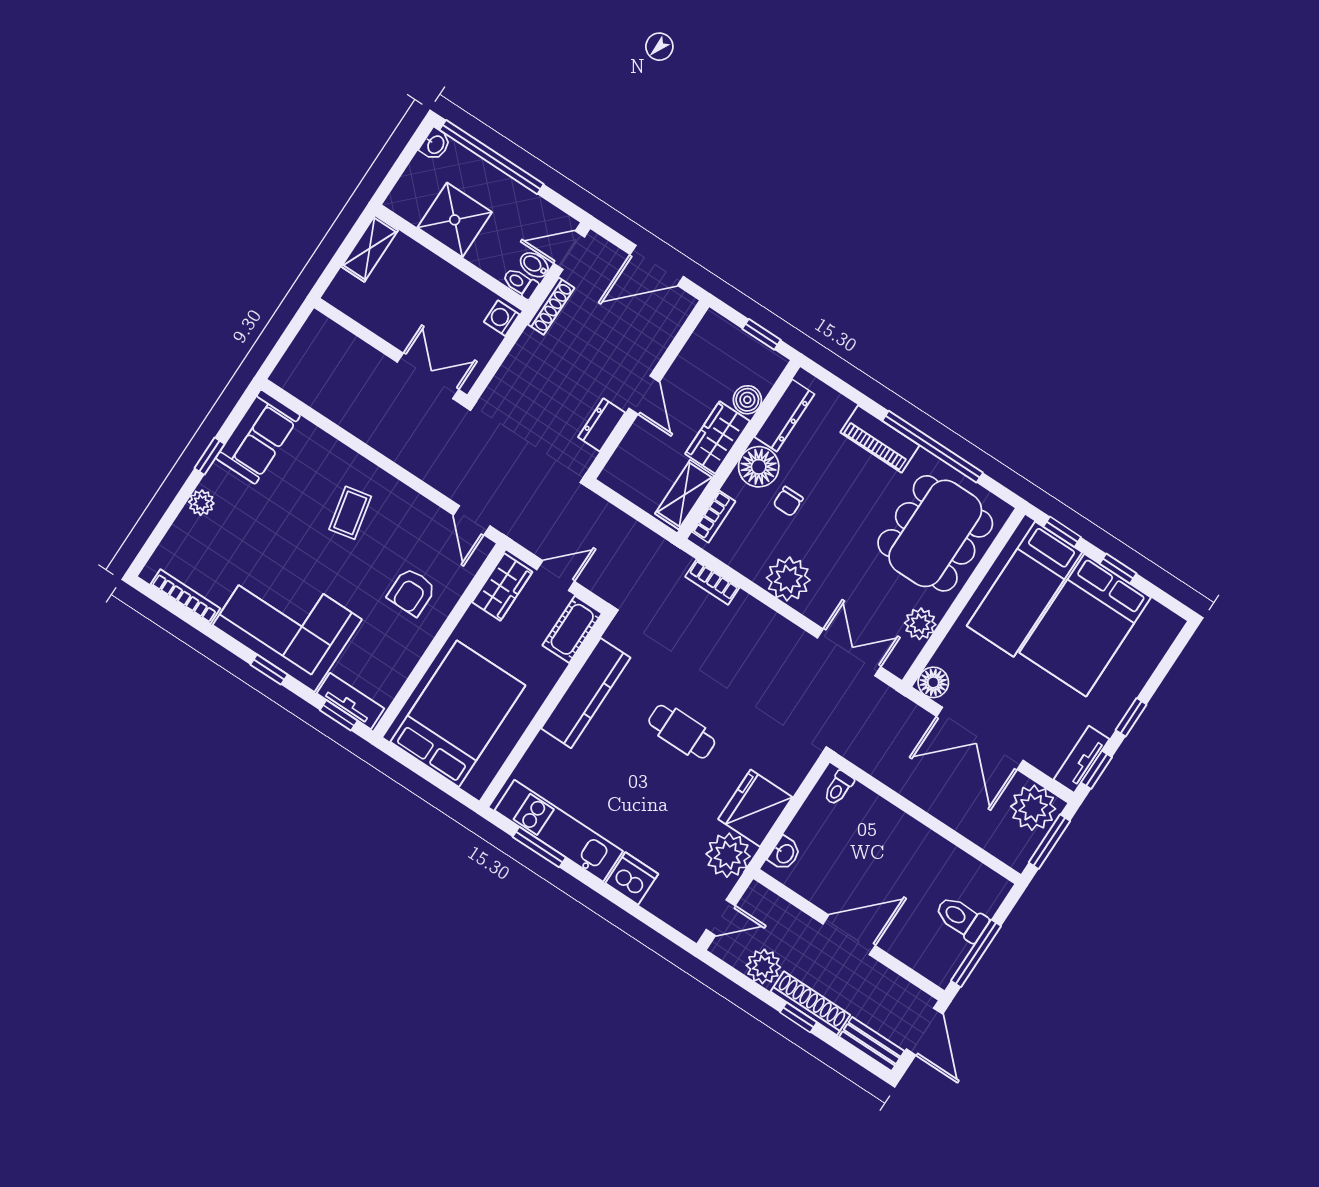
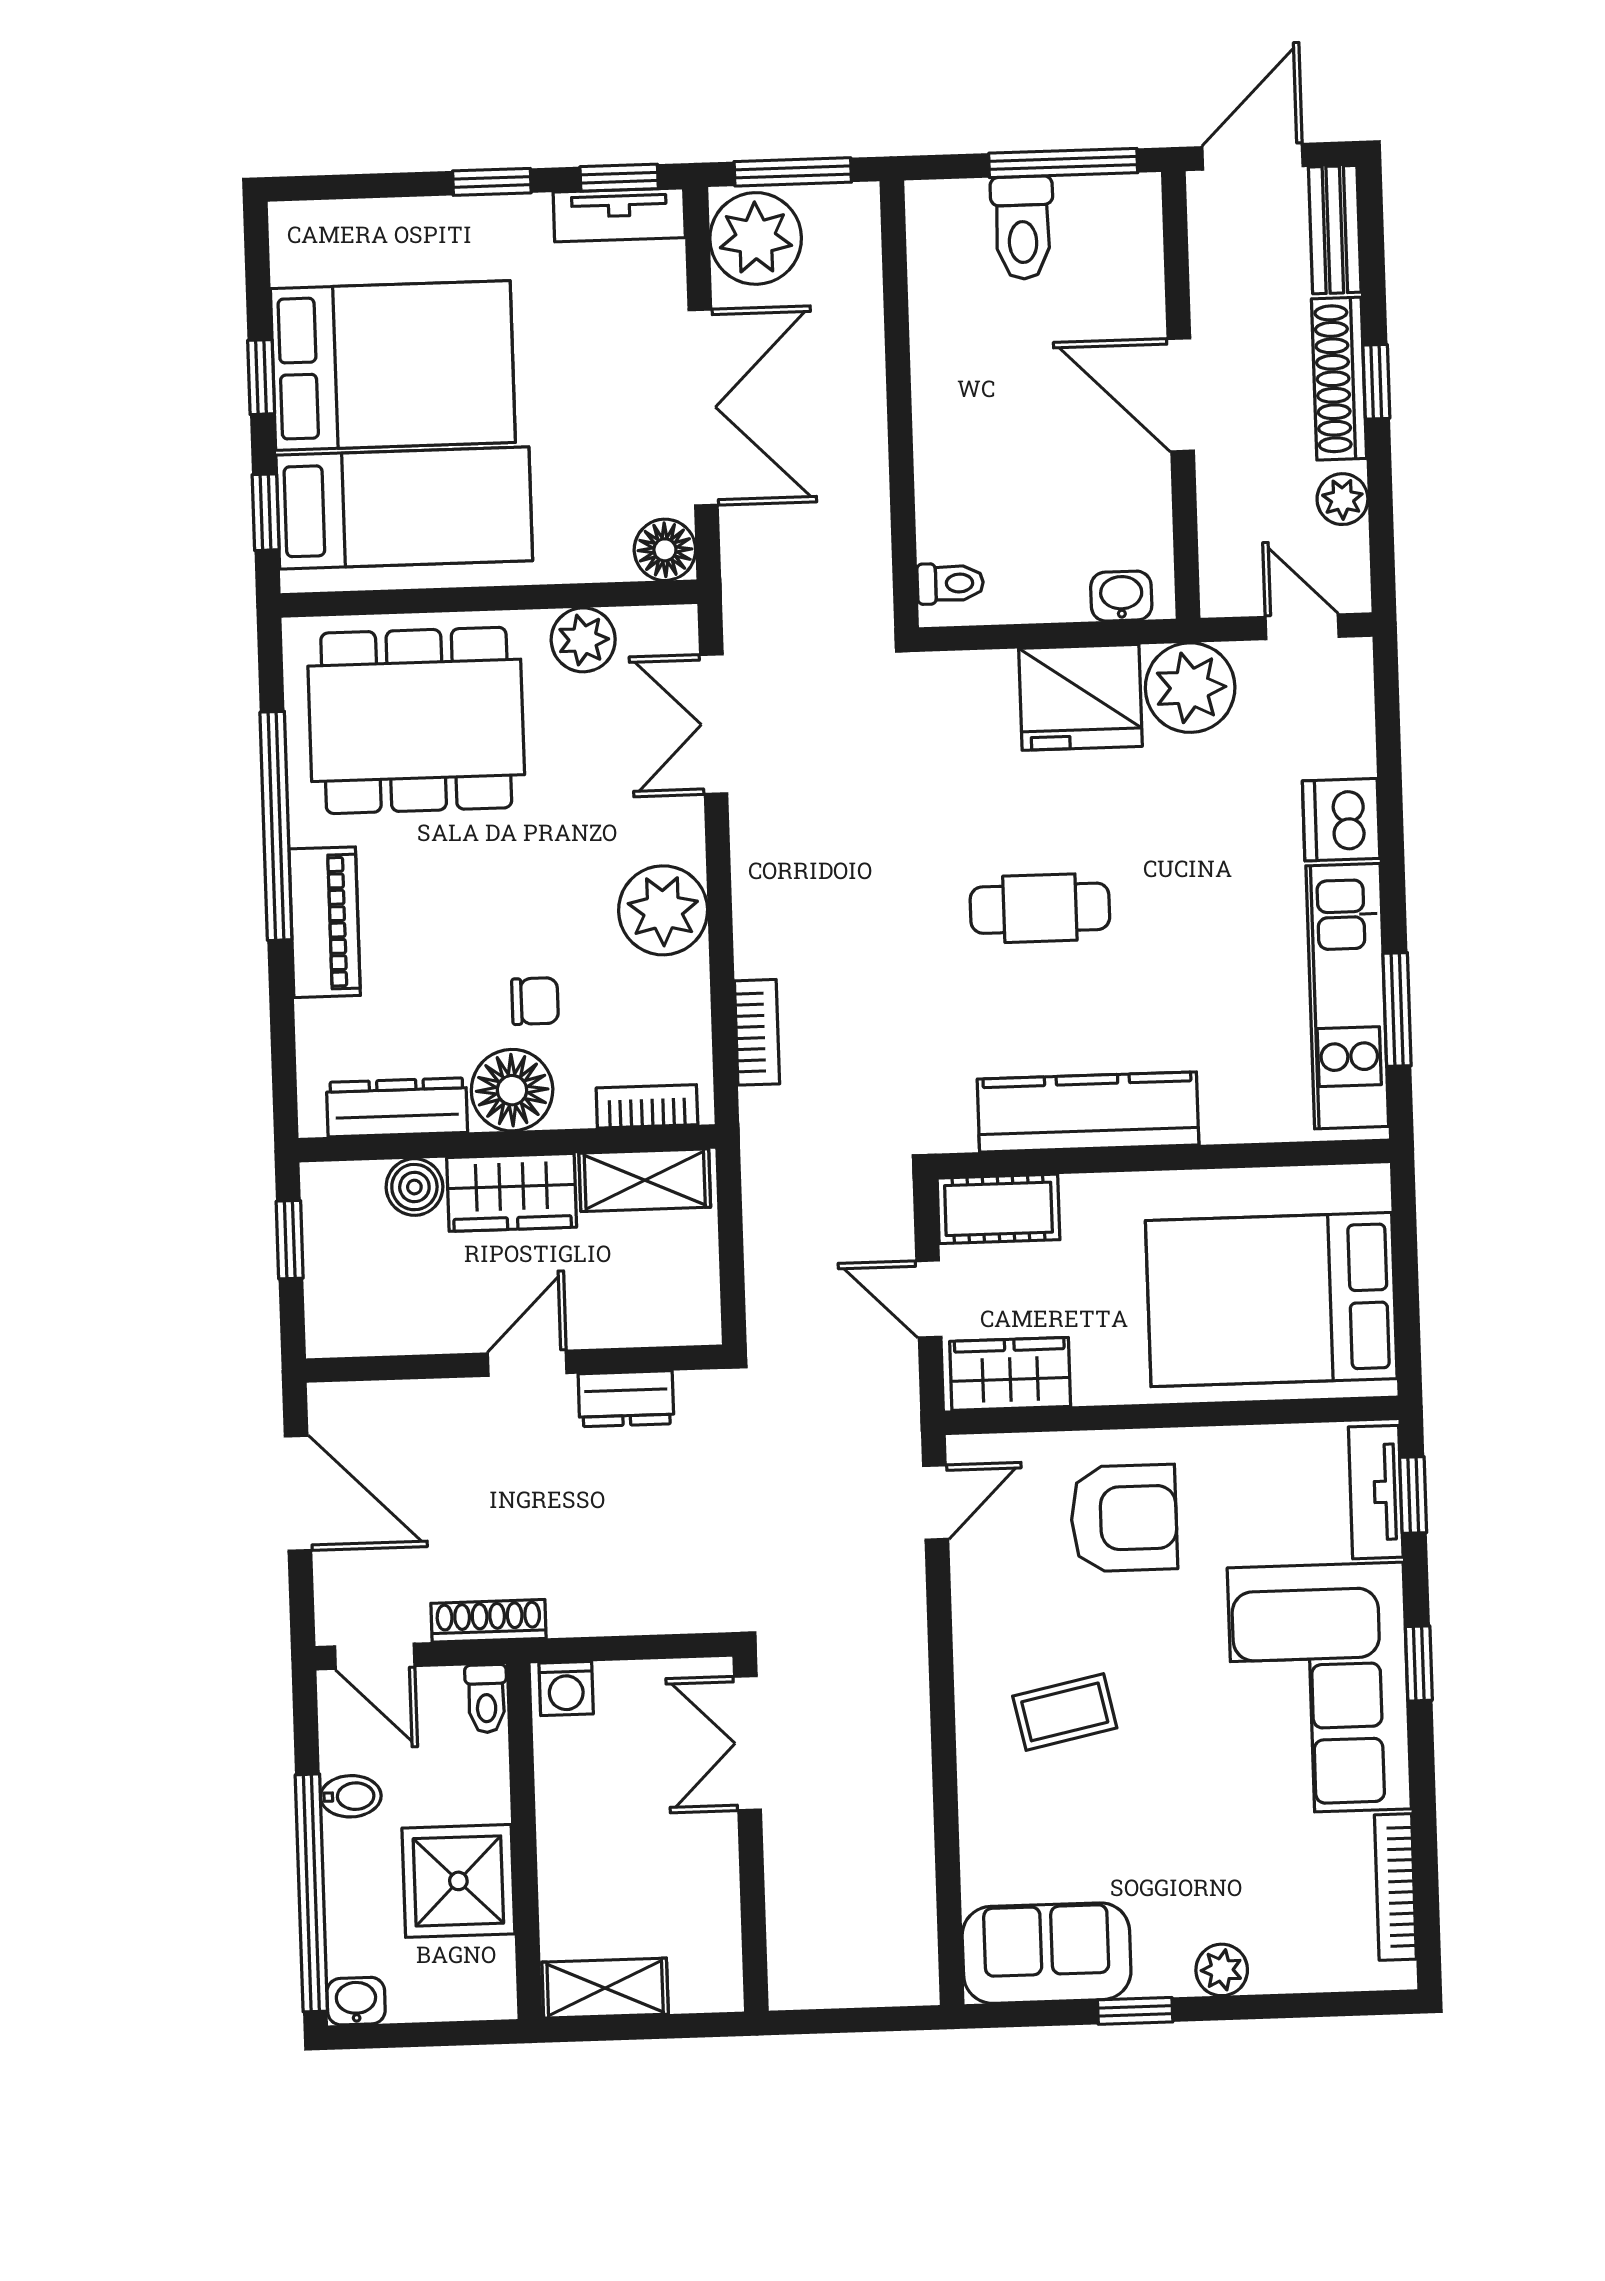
bidet: (534, 265) -> (351, 1796), moved, turned -90
armchair: (412, 592) -> (1124, 1518), width x1.38, depth x1.38
cafe table: (682, 732) -> (1040, 908), turned 90
plant: (763, 966) -> (1342, 499), width x0.73, depth x0.73

